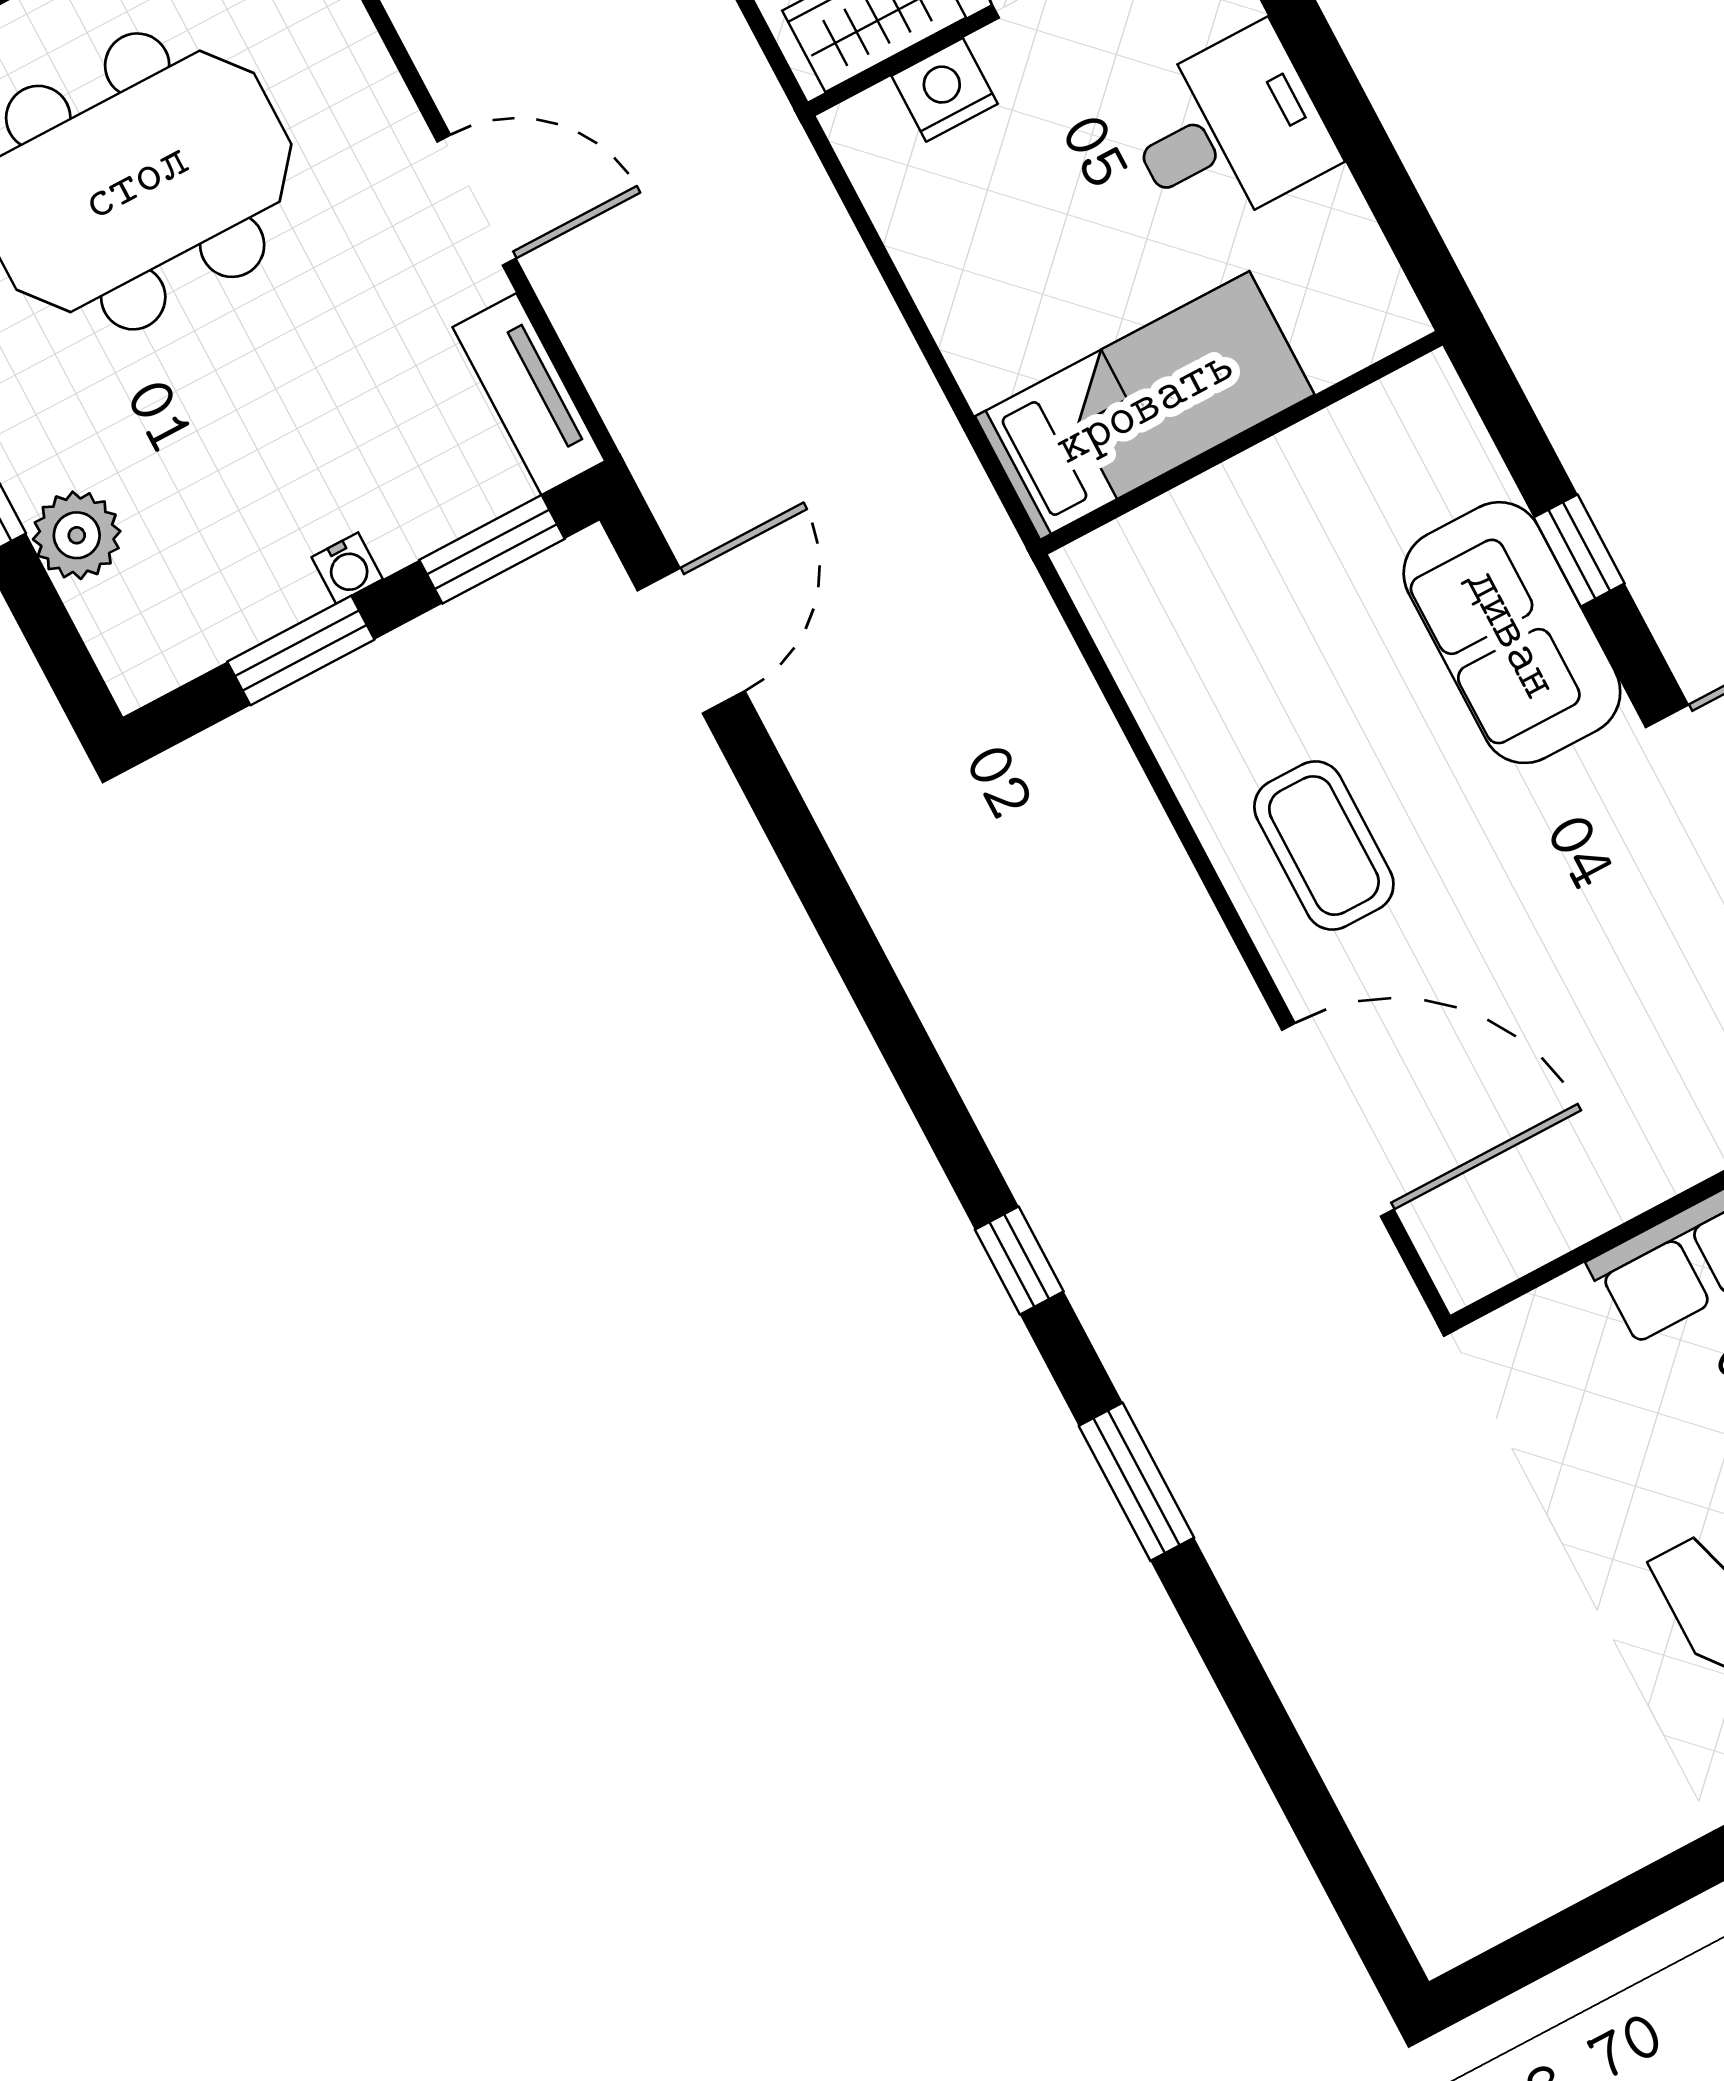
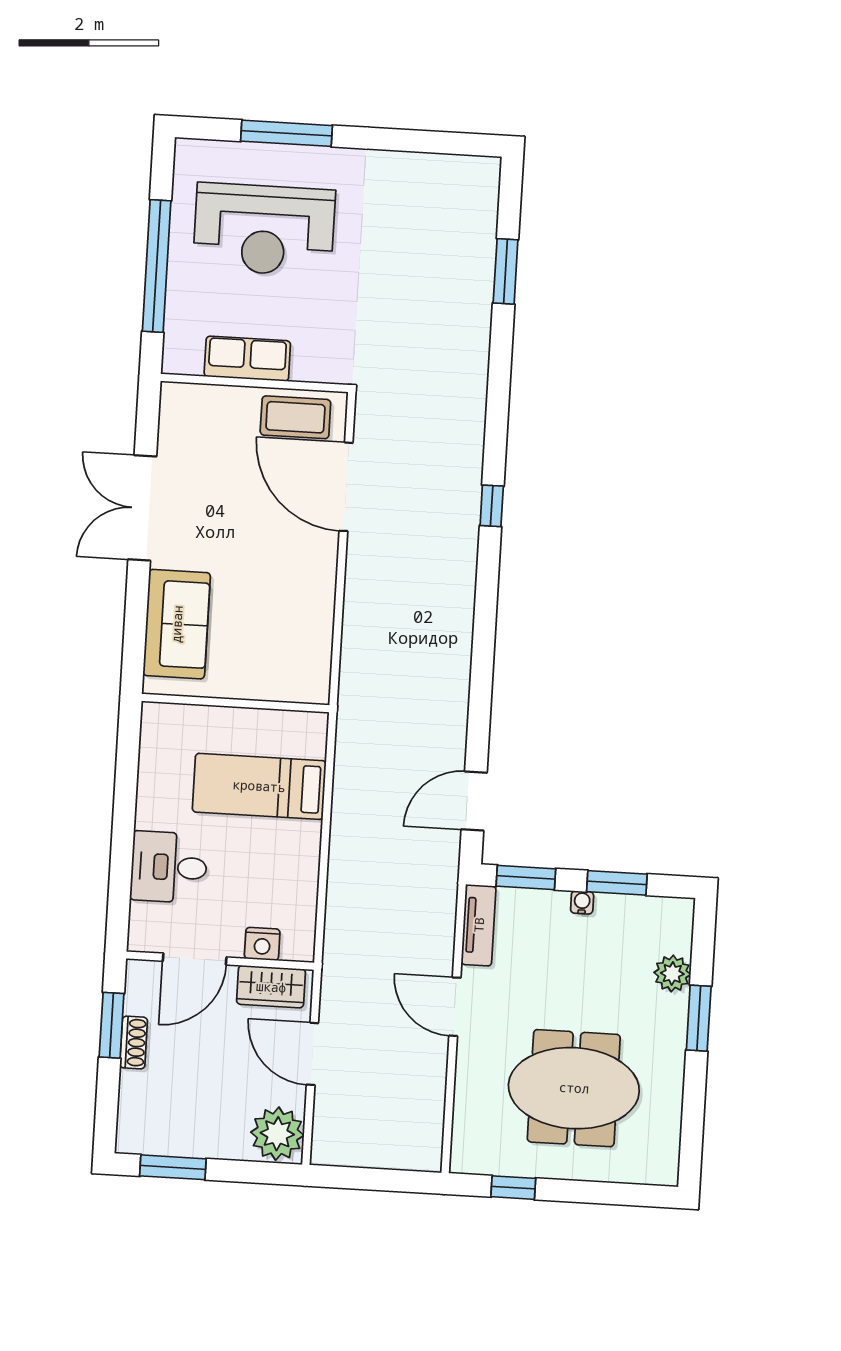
wall: (1241, 443) -> (235, 703), moved
window: (1579, 550) -> (134, 639), removed
coffee table: (1324, 846) -> (295, 417), moved, turned 90
window: (1136, 1482) -> (506, 271), moved

